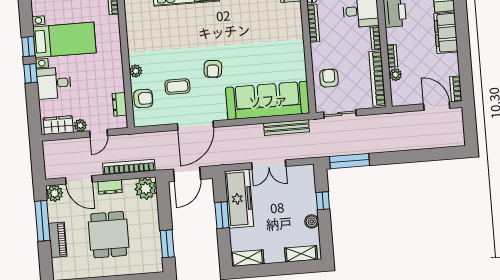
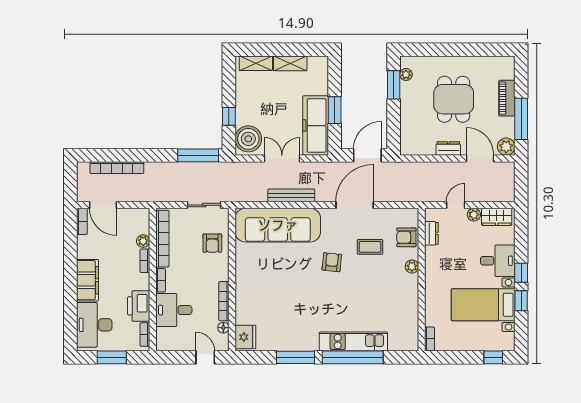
bench: (286, 127) -> (291, 195), moved
bookcase: (129, 167) -> (117, 168), moved
plant: (146, 189) -> (406, 74), moved, width x0.53, depth x0.53
boiler: (312, 221) -> (248, 139), moved, width x1.86, depth x1.86
shelving: (247, 258) -> (290, 63), moved

